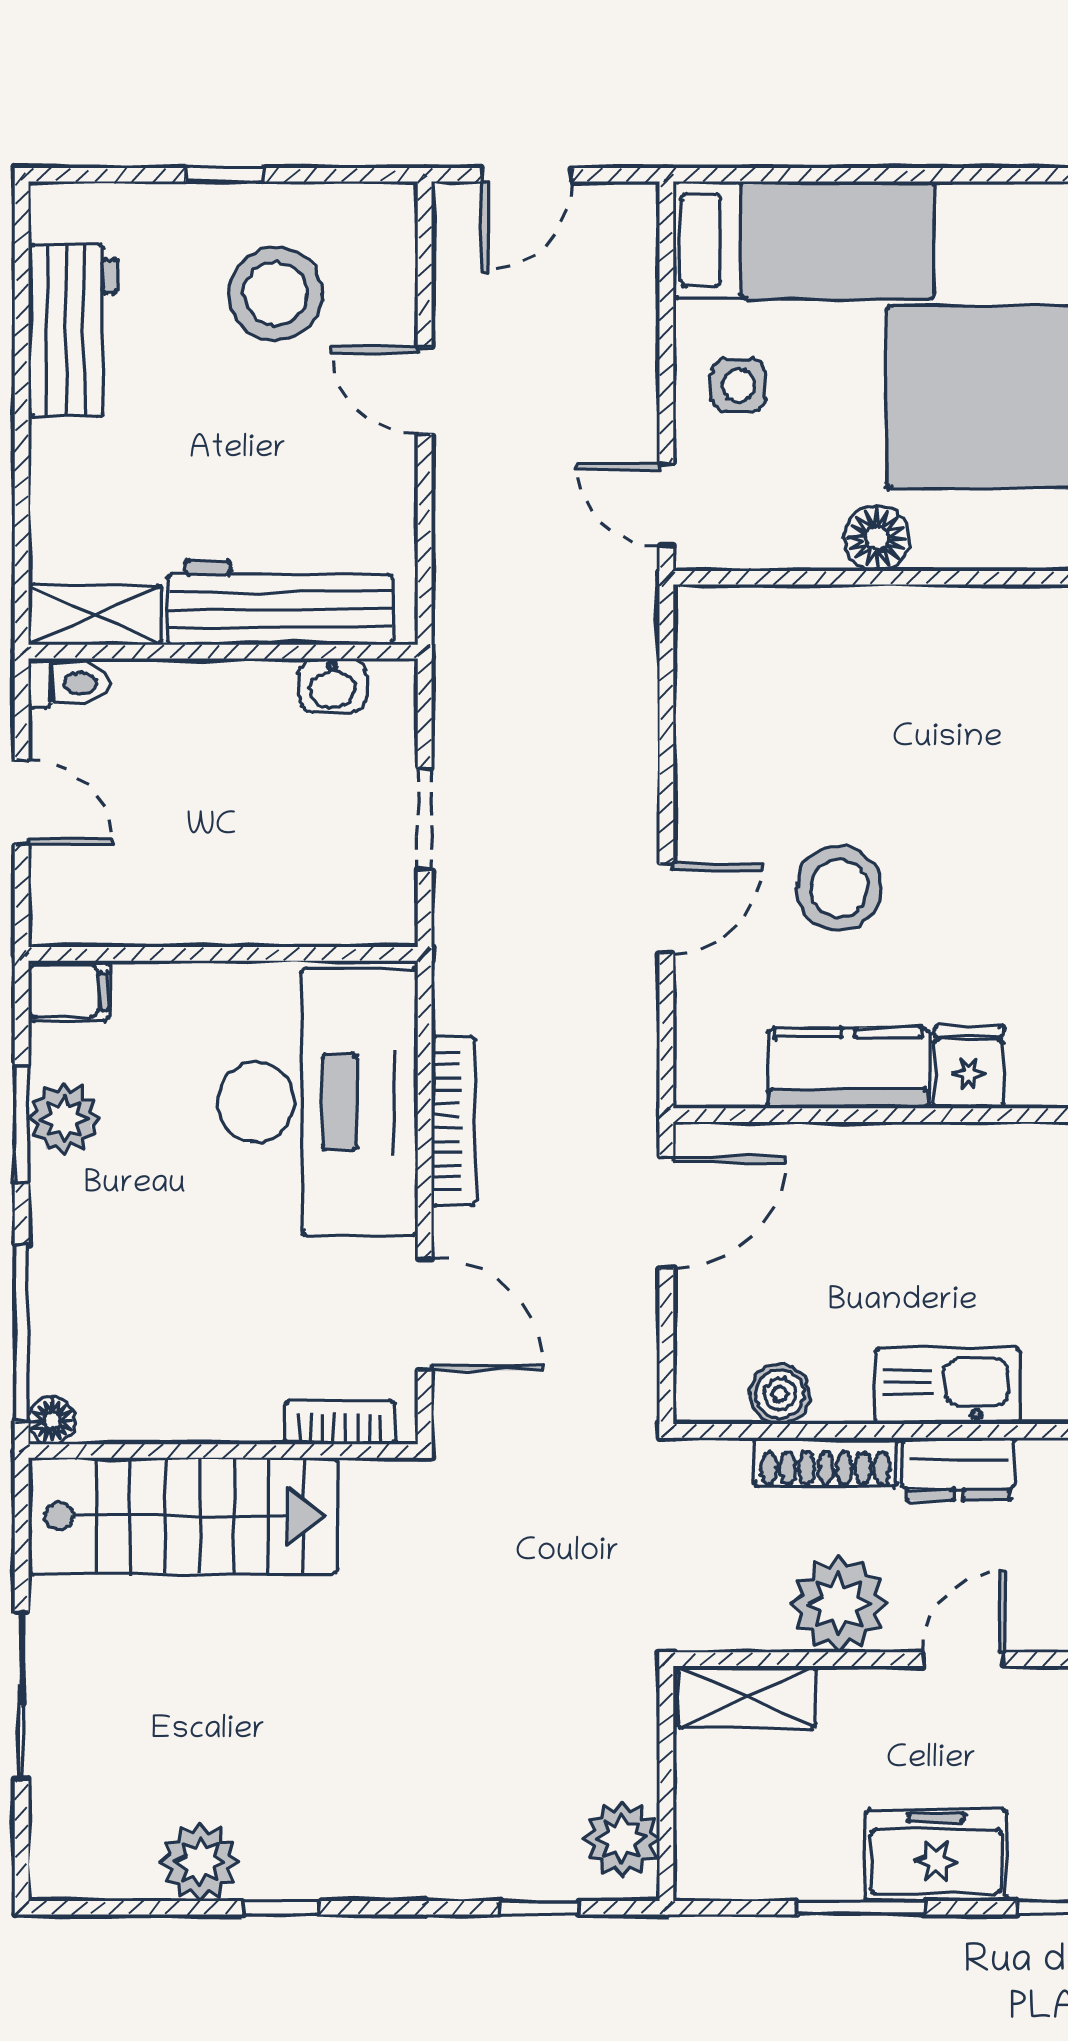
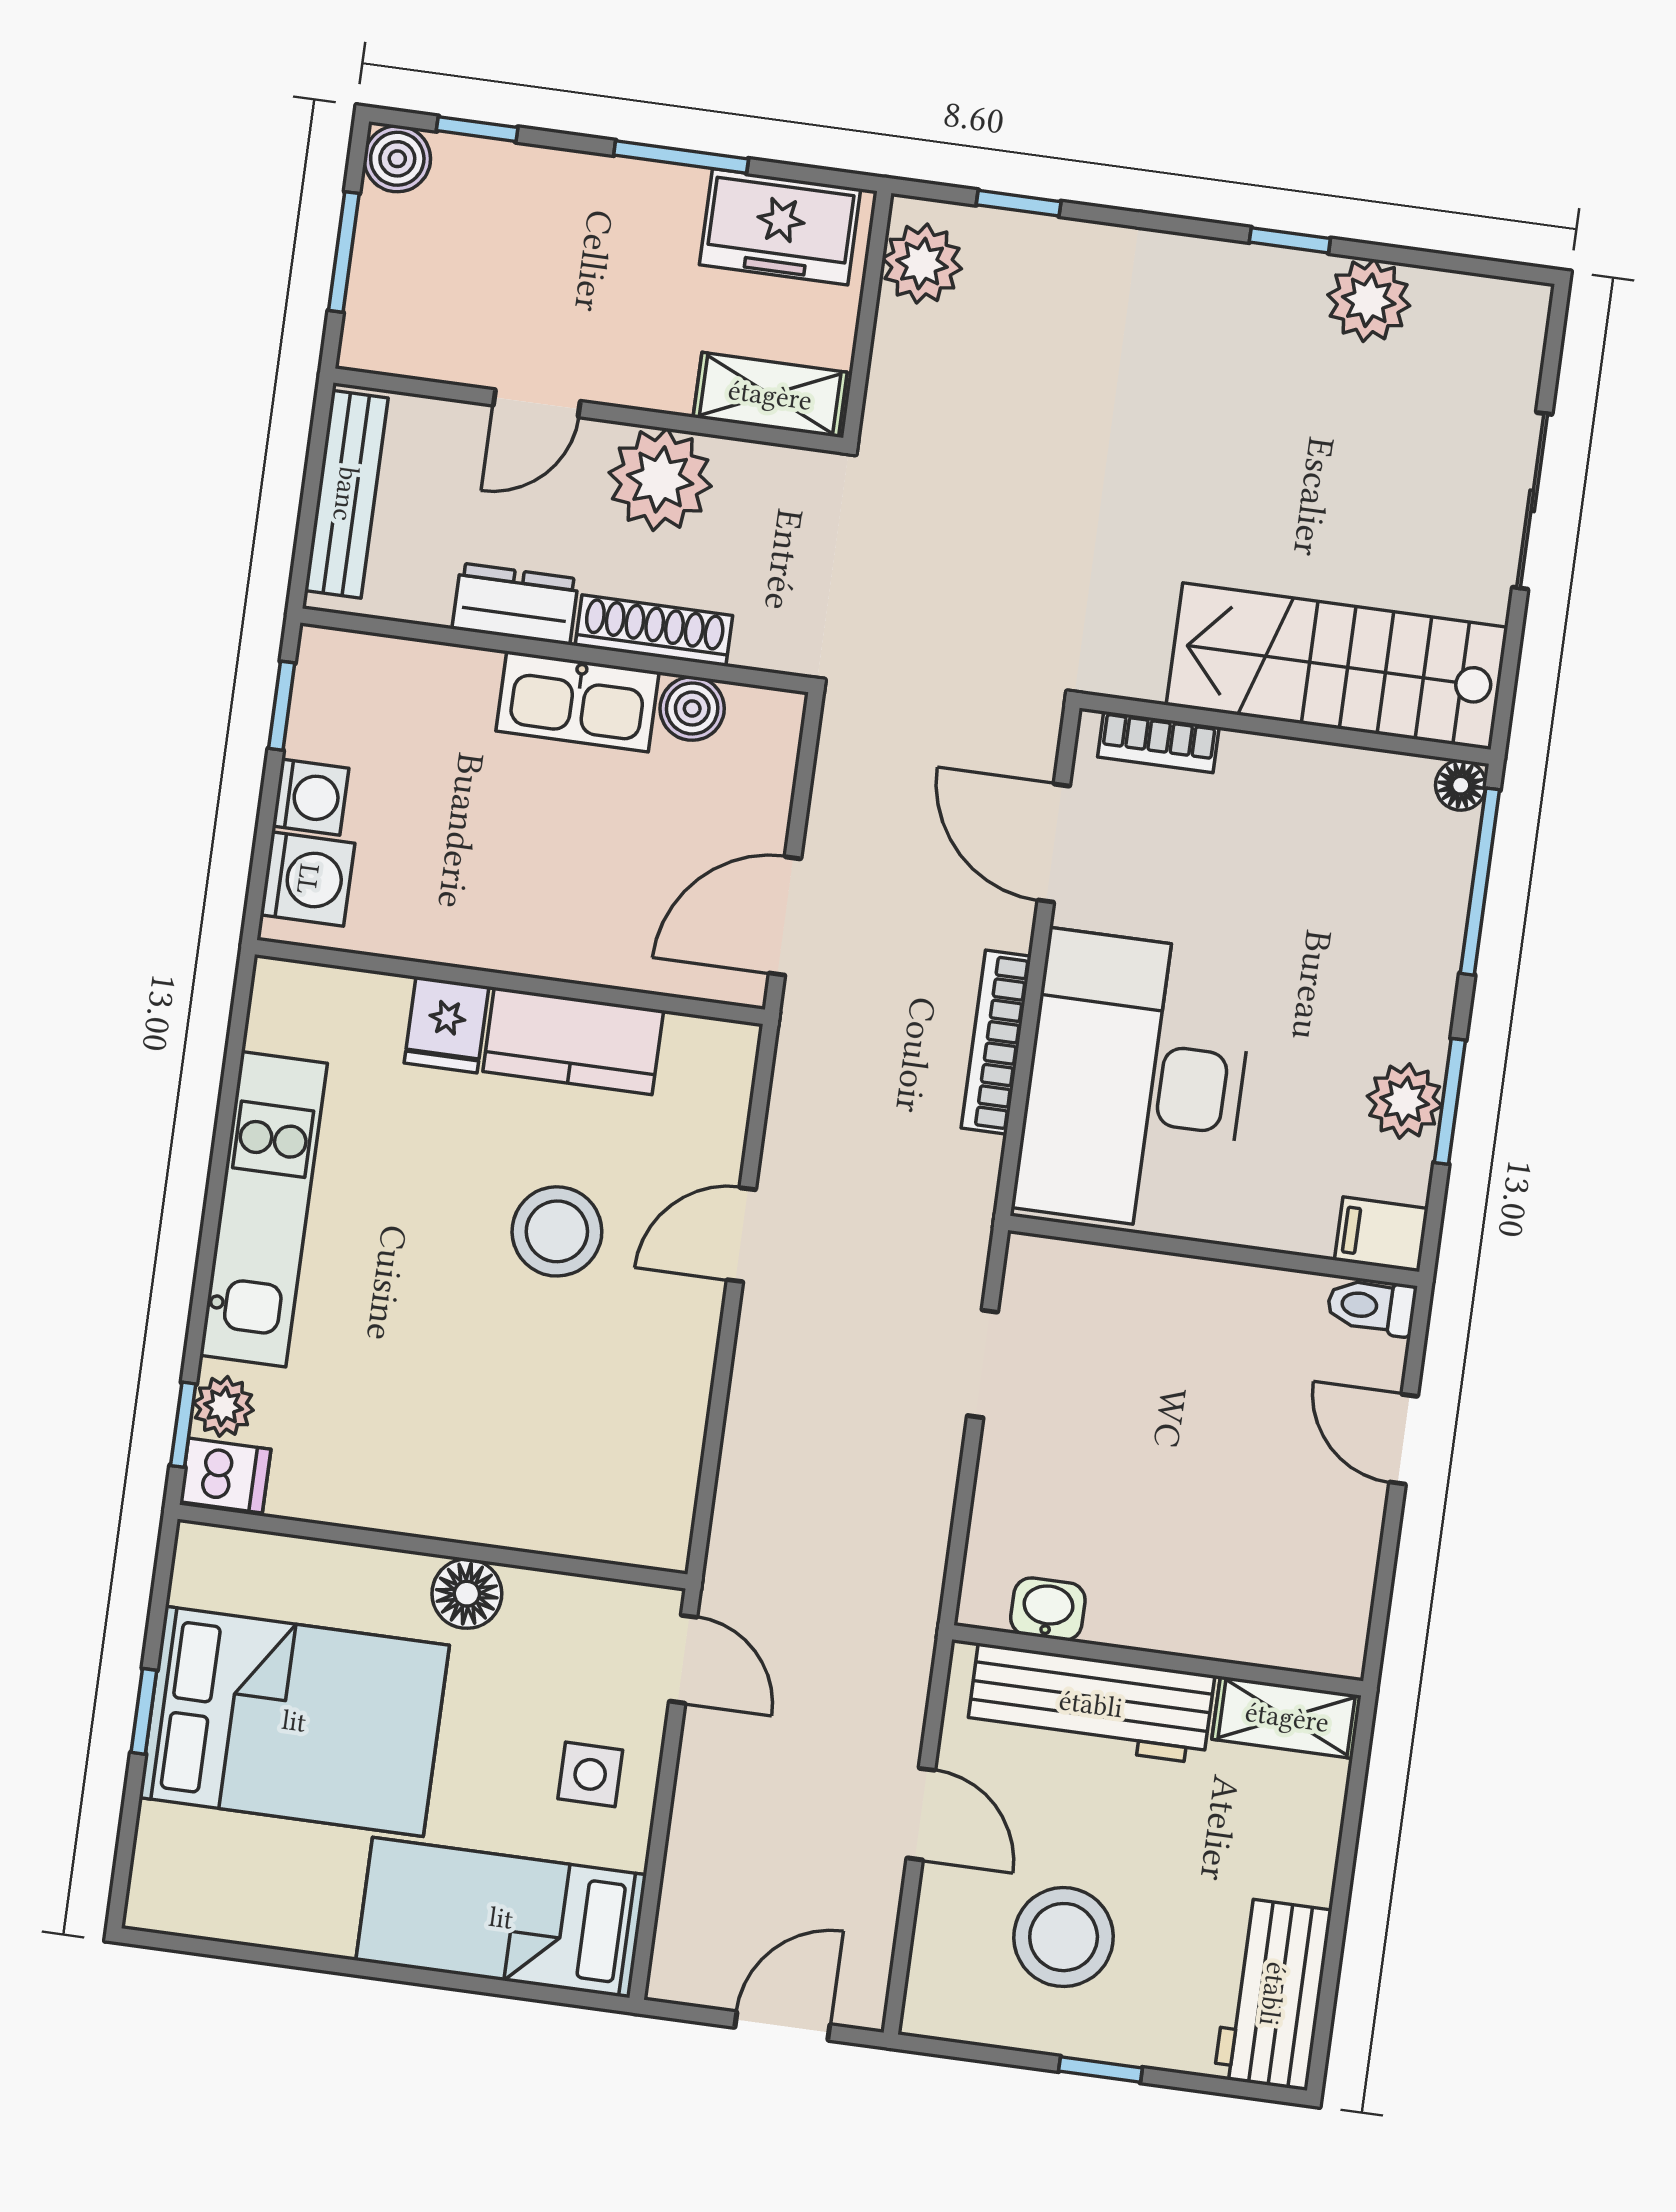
workbench: (73, 331) -> (1273, 1994), moved
workbench: (280, 603) -> (1091, 1704), moved
shelving: (95, 615) -> (1287, 1717), moved
wall: (223, 652) -> (1158, 1660), moved
toilet: (69, 683) -> (1371, 1306), moved
washbasin: (332, 686) -> (1048, 1609), moved
kitchen sink: (947, 1386) -> (578, 701), moved
freezer: (936, 1855) -> (780, 227), moved

